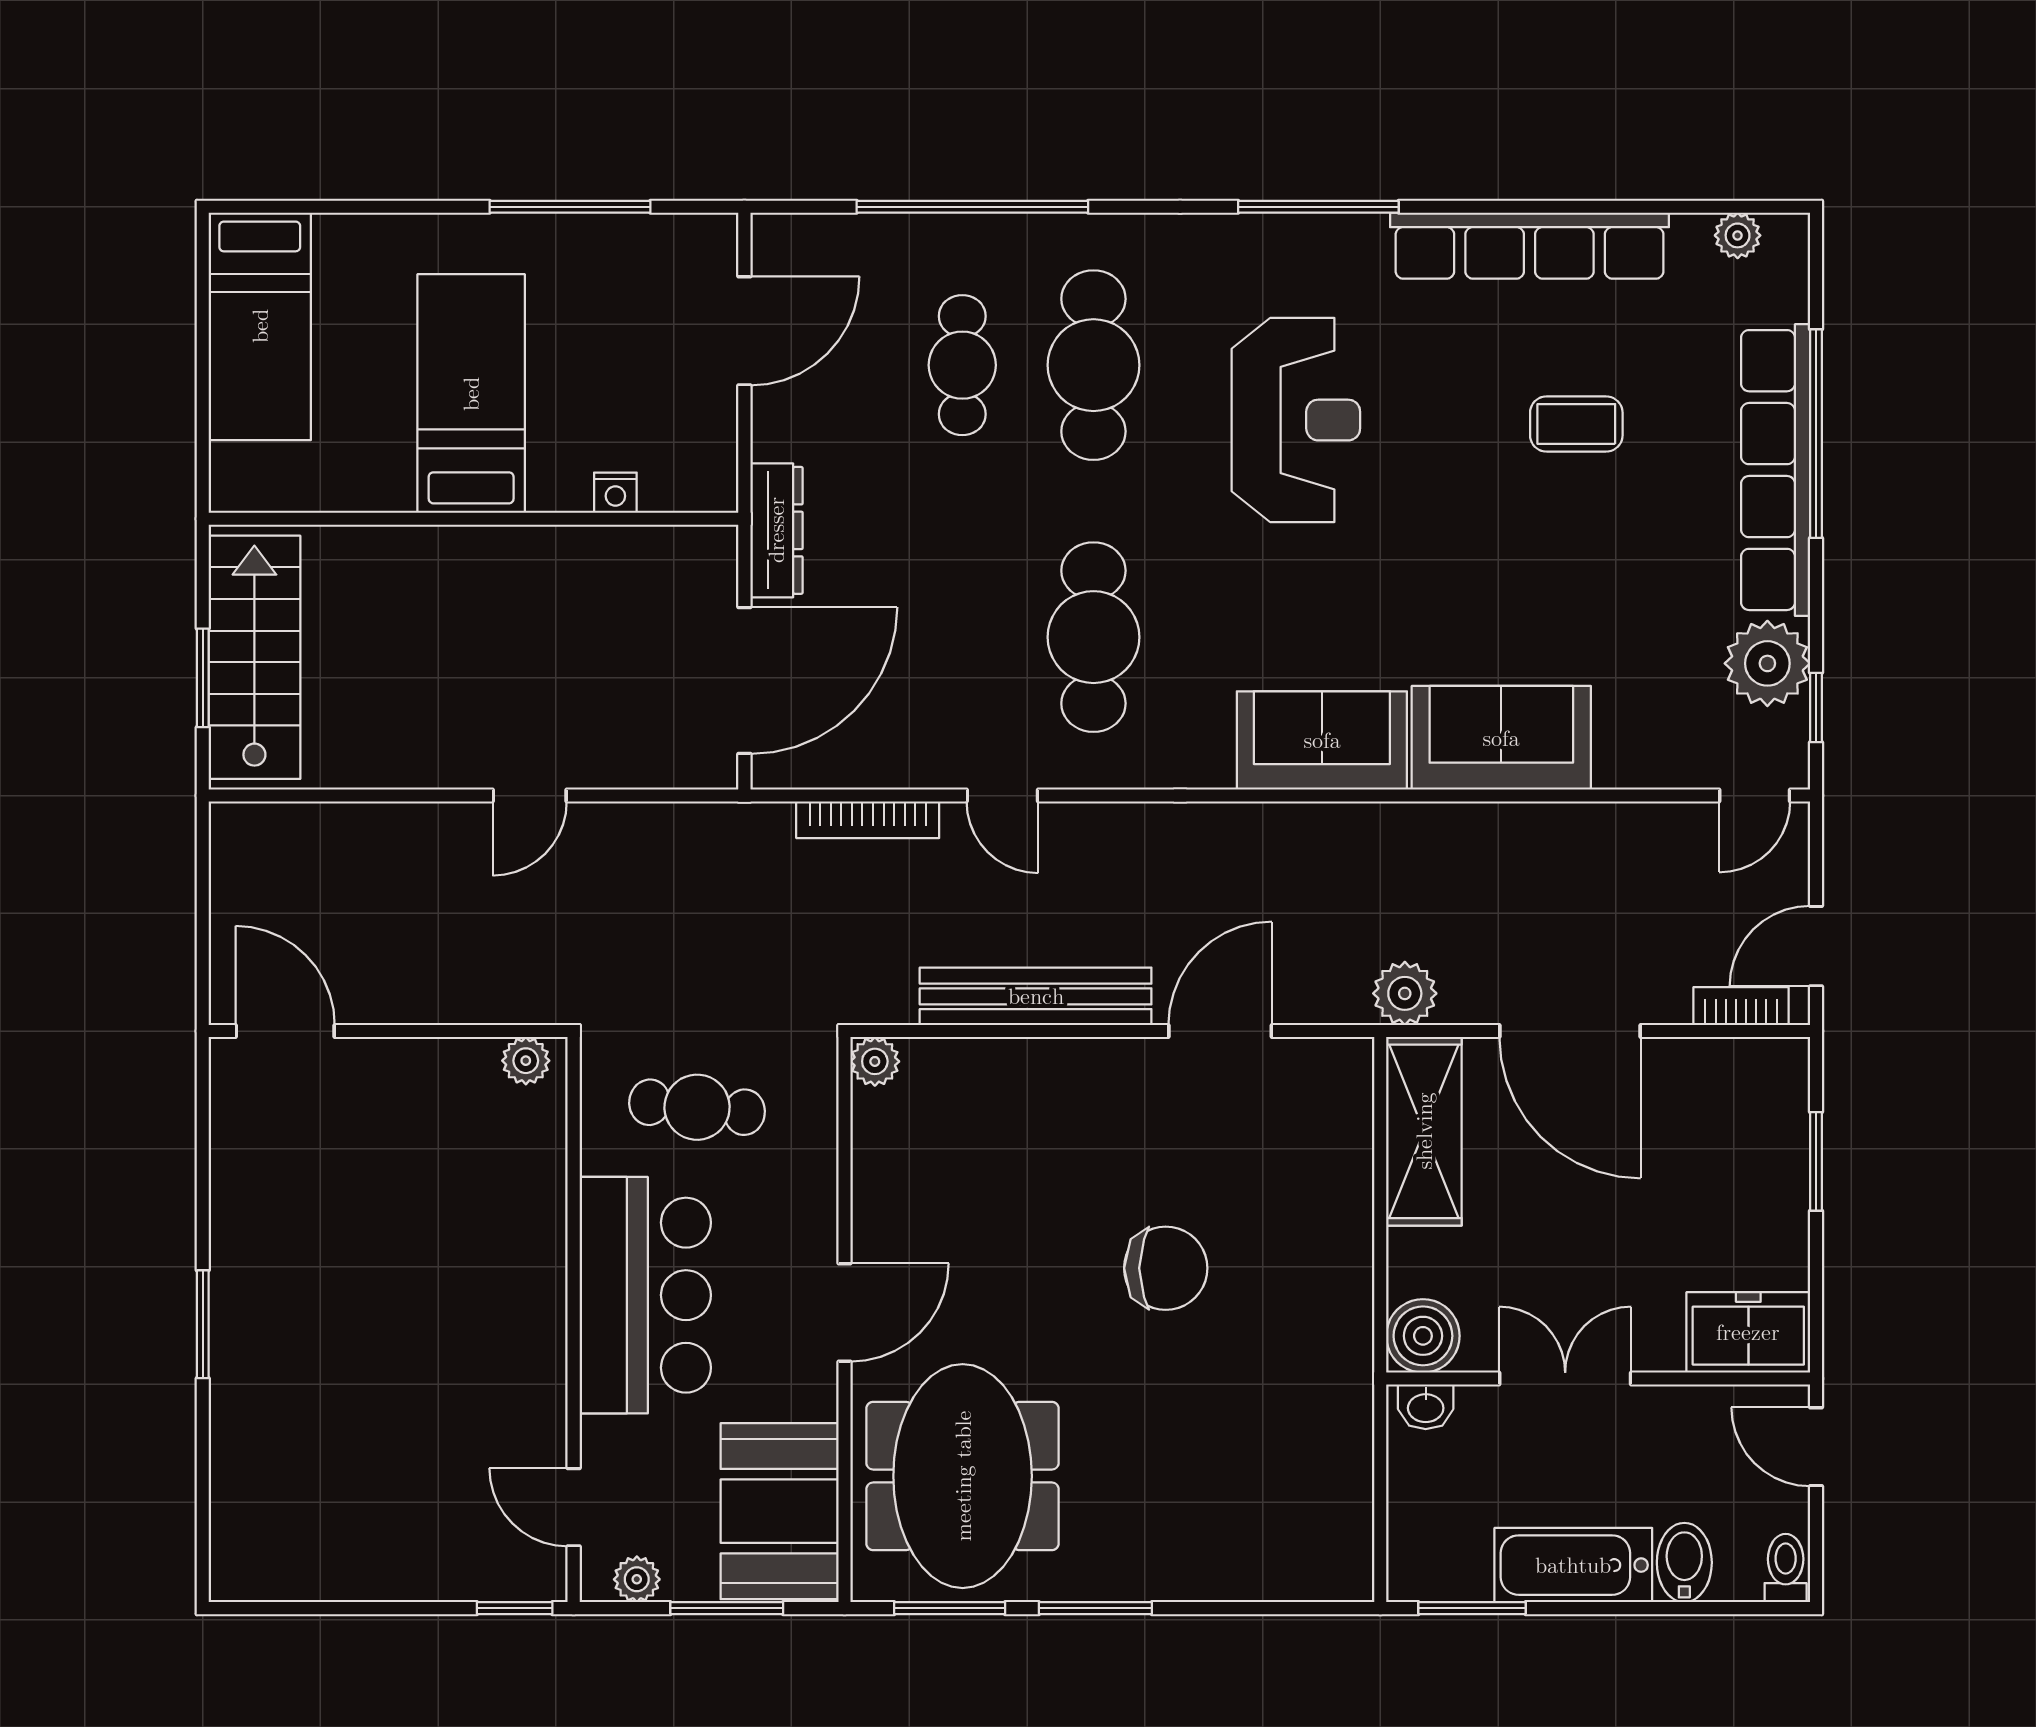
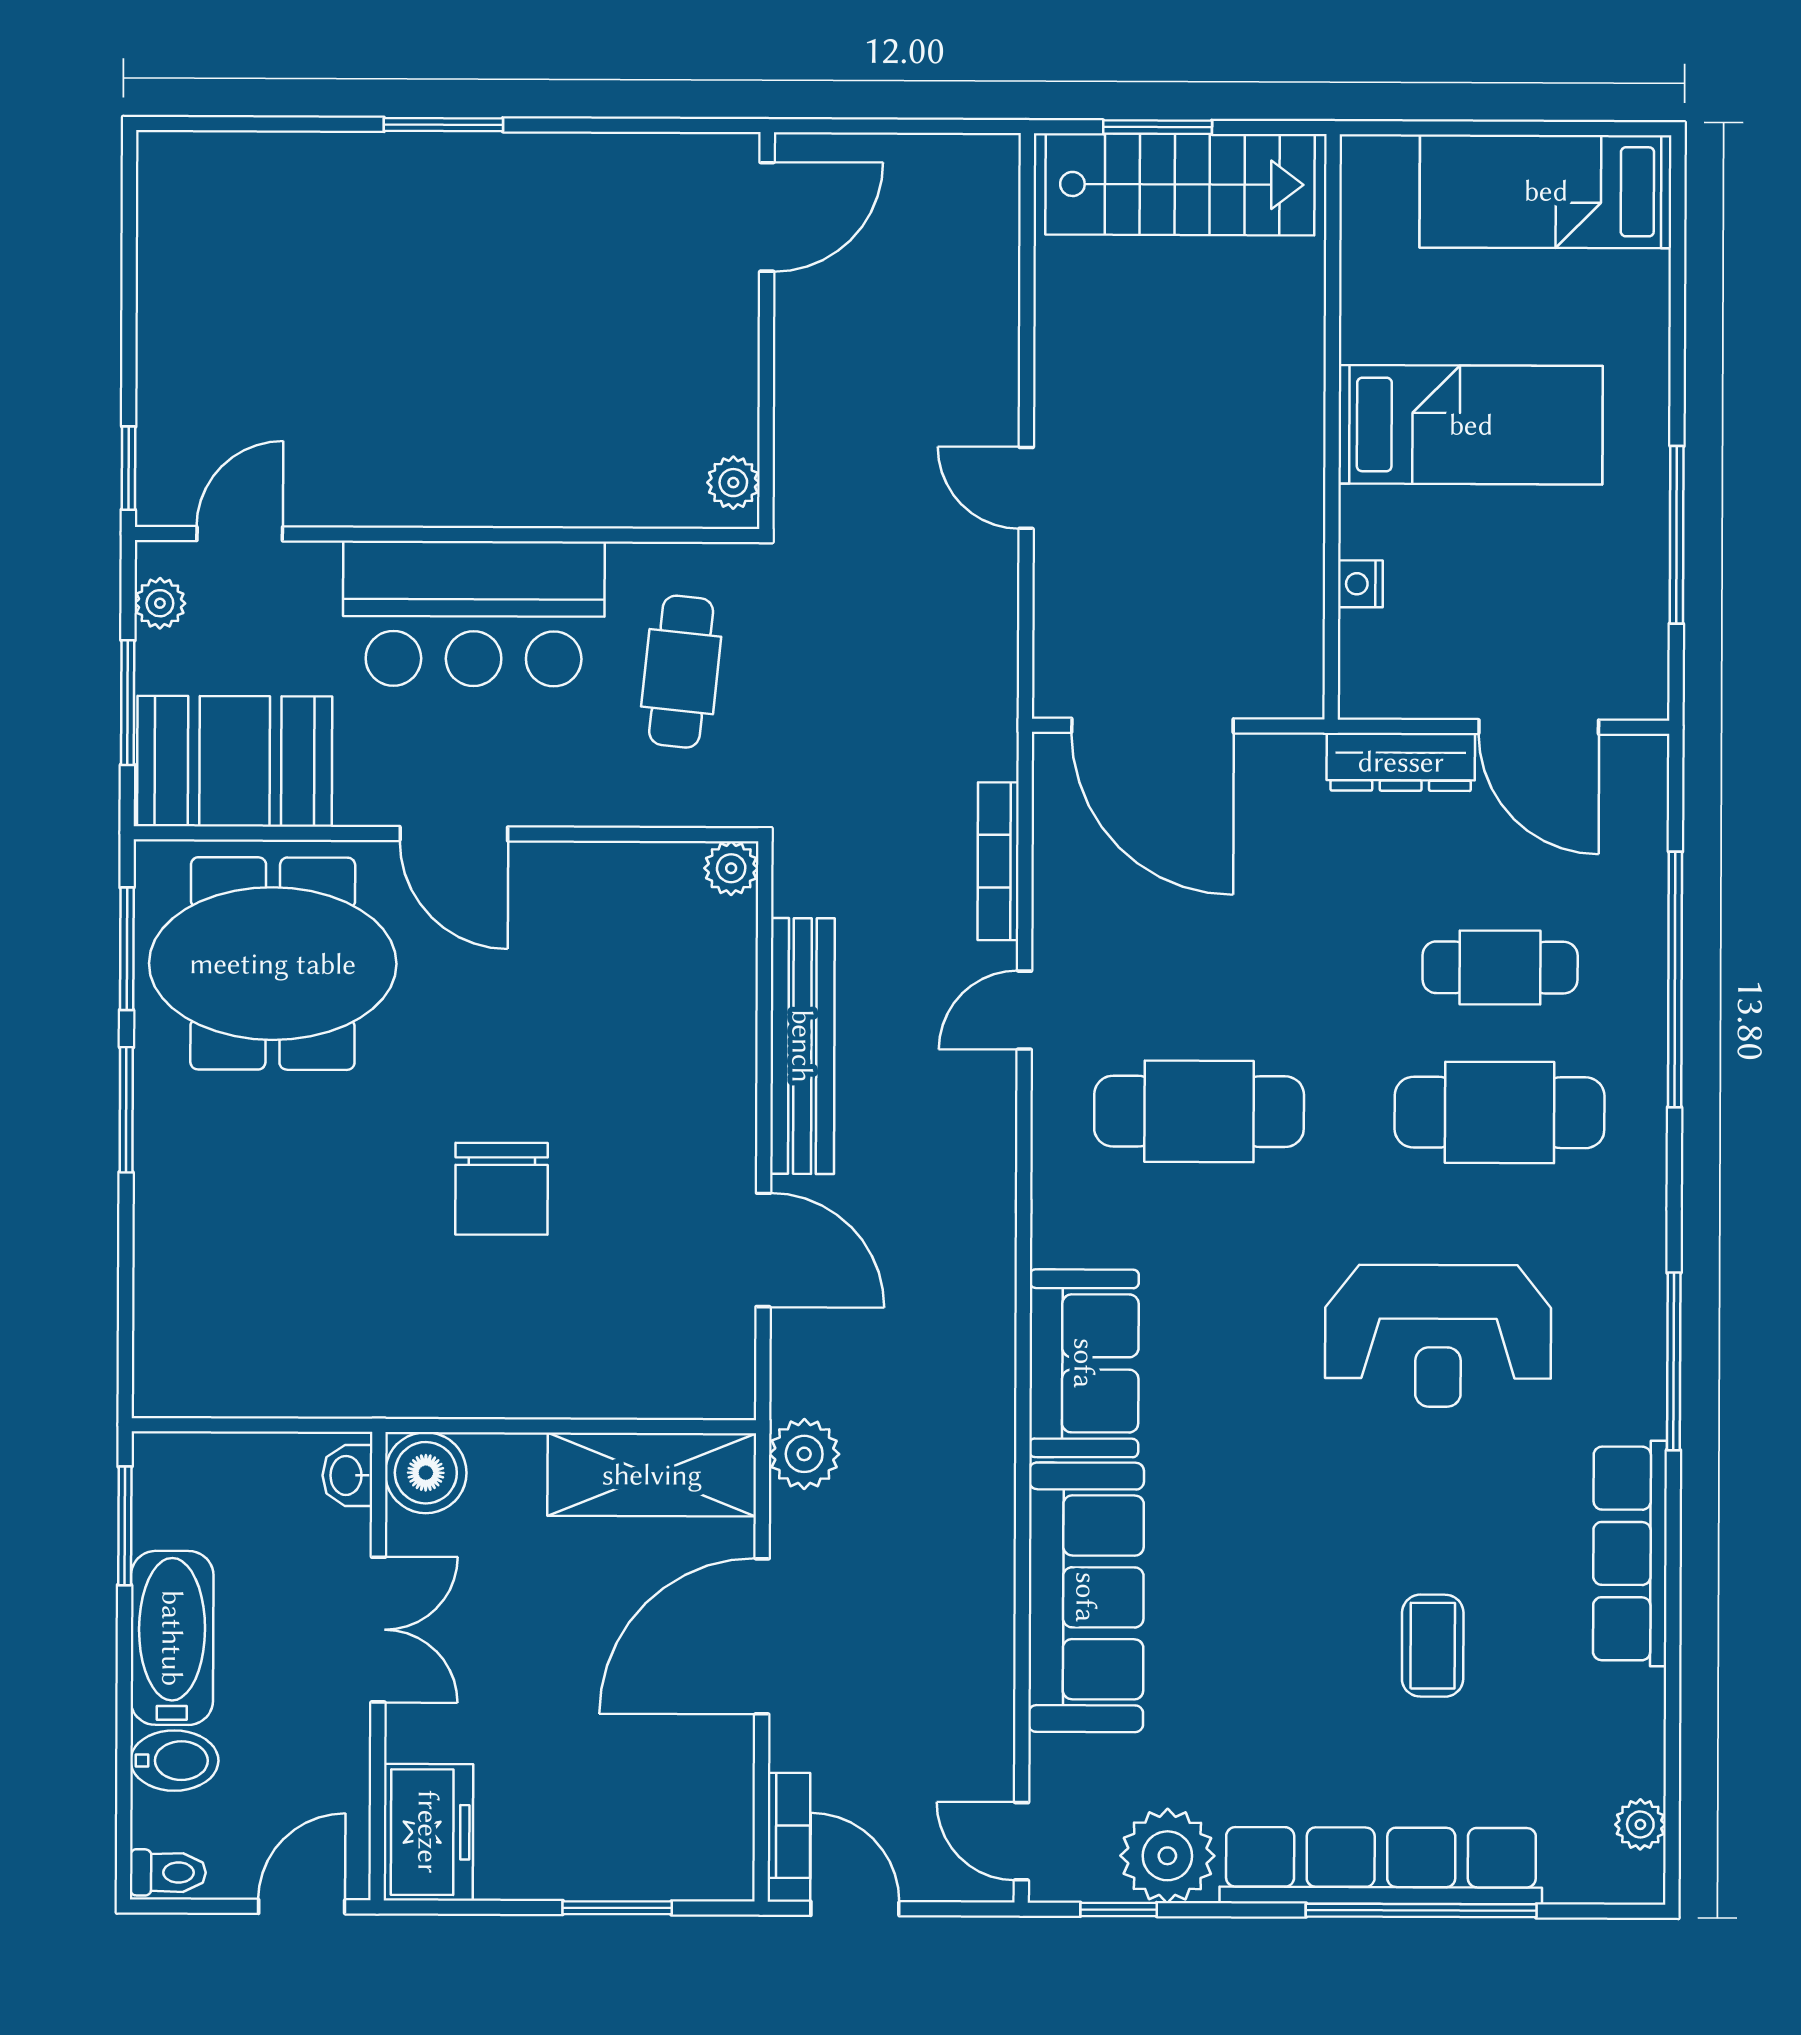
row of seats: (1530, 246) -> (1630, 1553), width x0.73
dresser: (776, 530) -> (1401, 762), moved
sofa: (1501, 738) -> (1086, 1597), width x1.36

